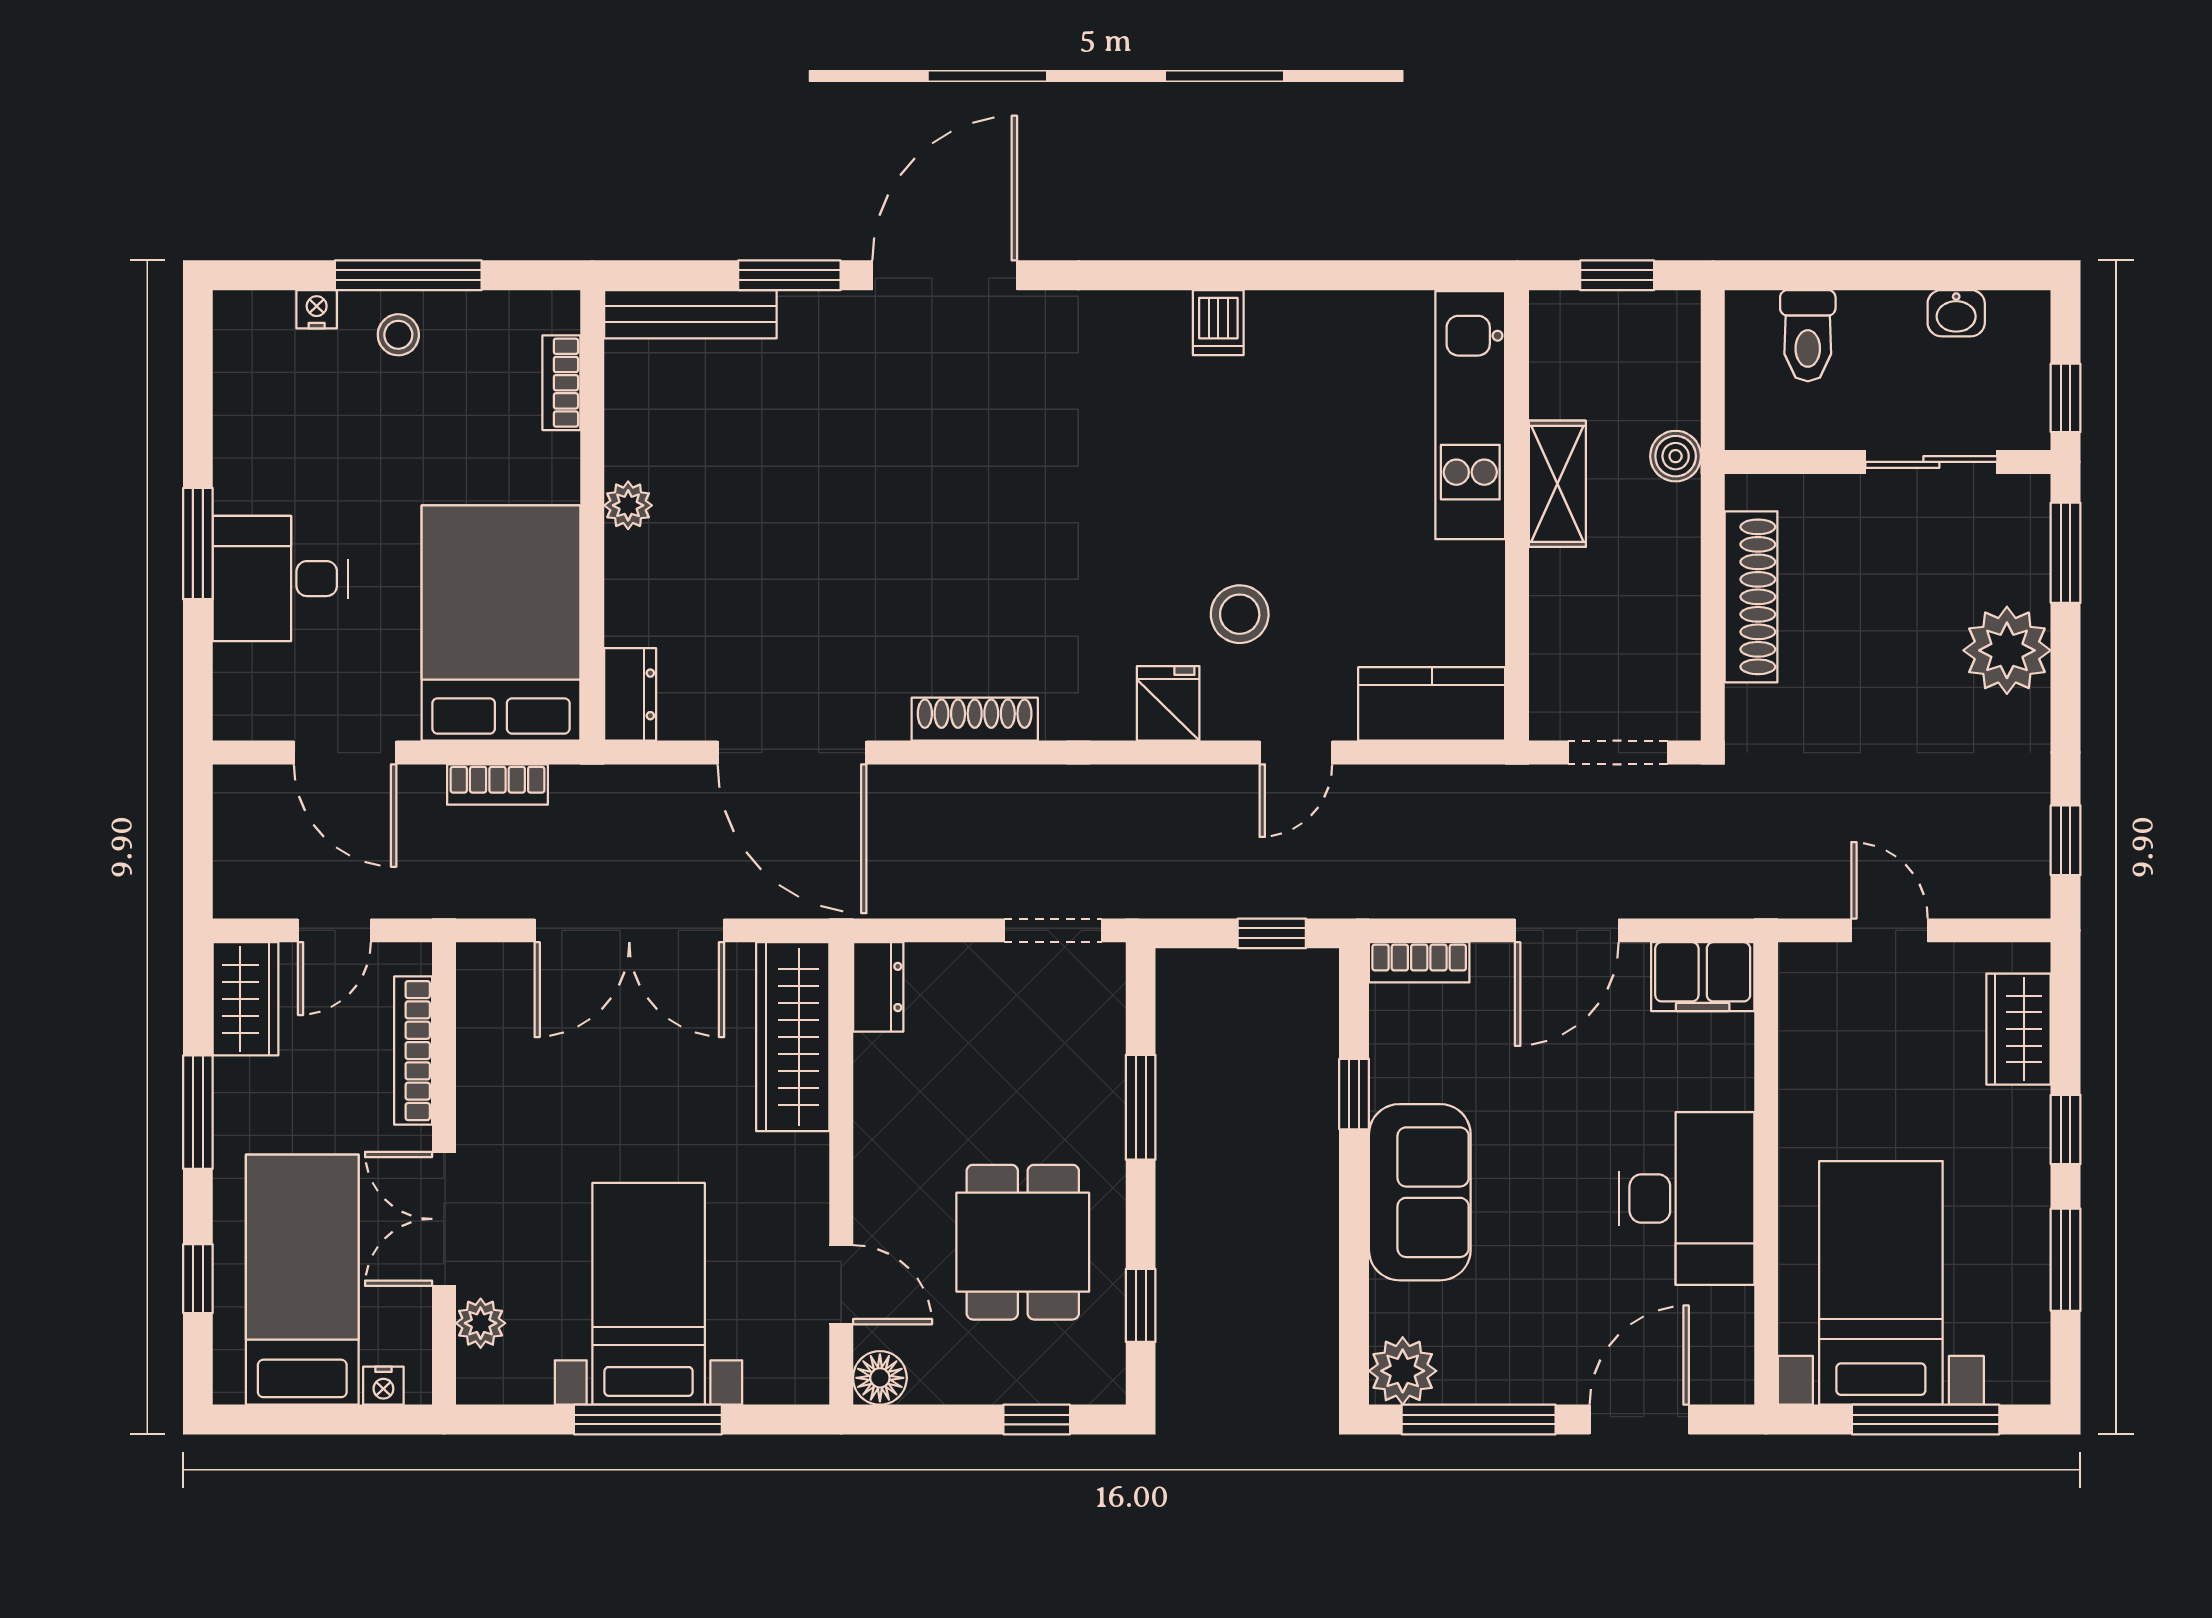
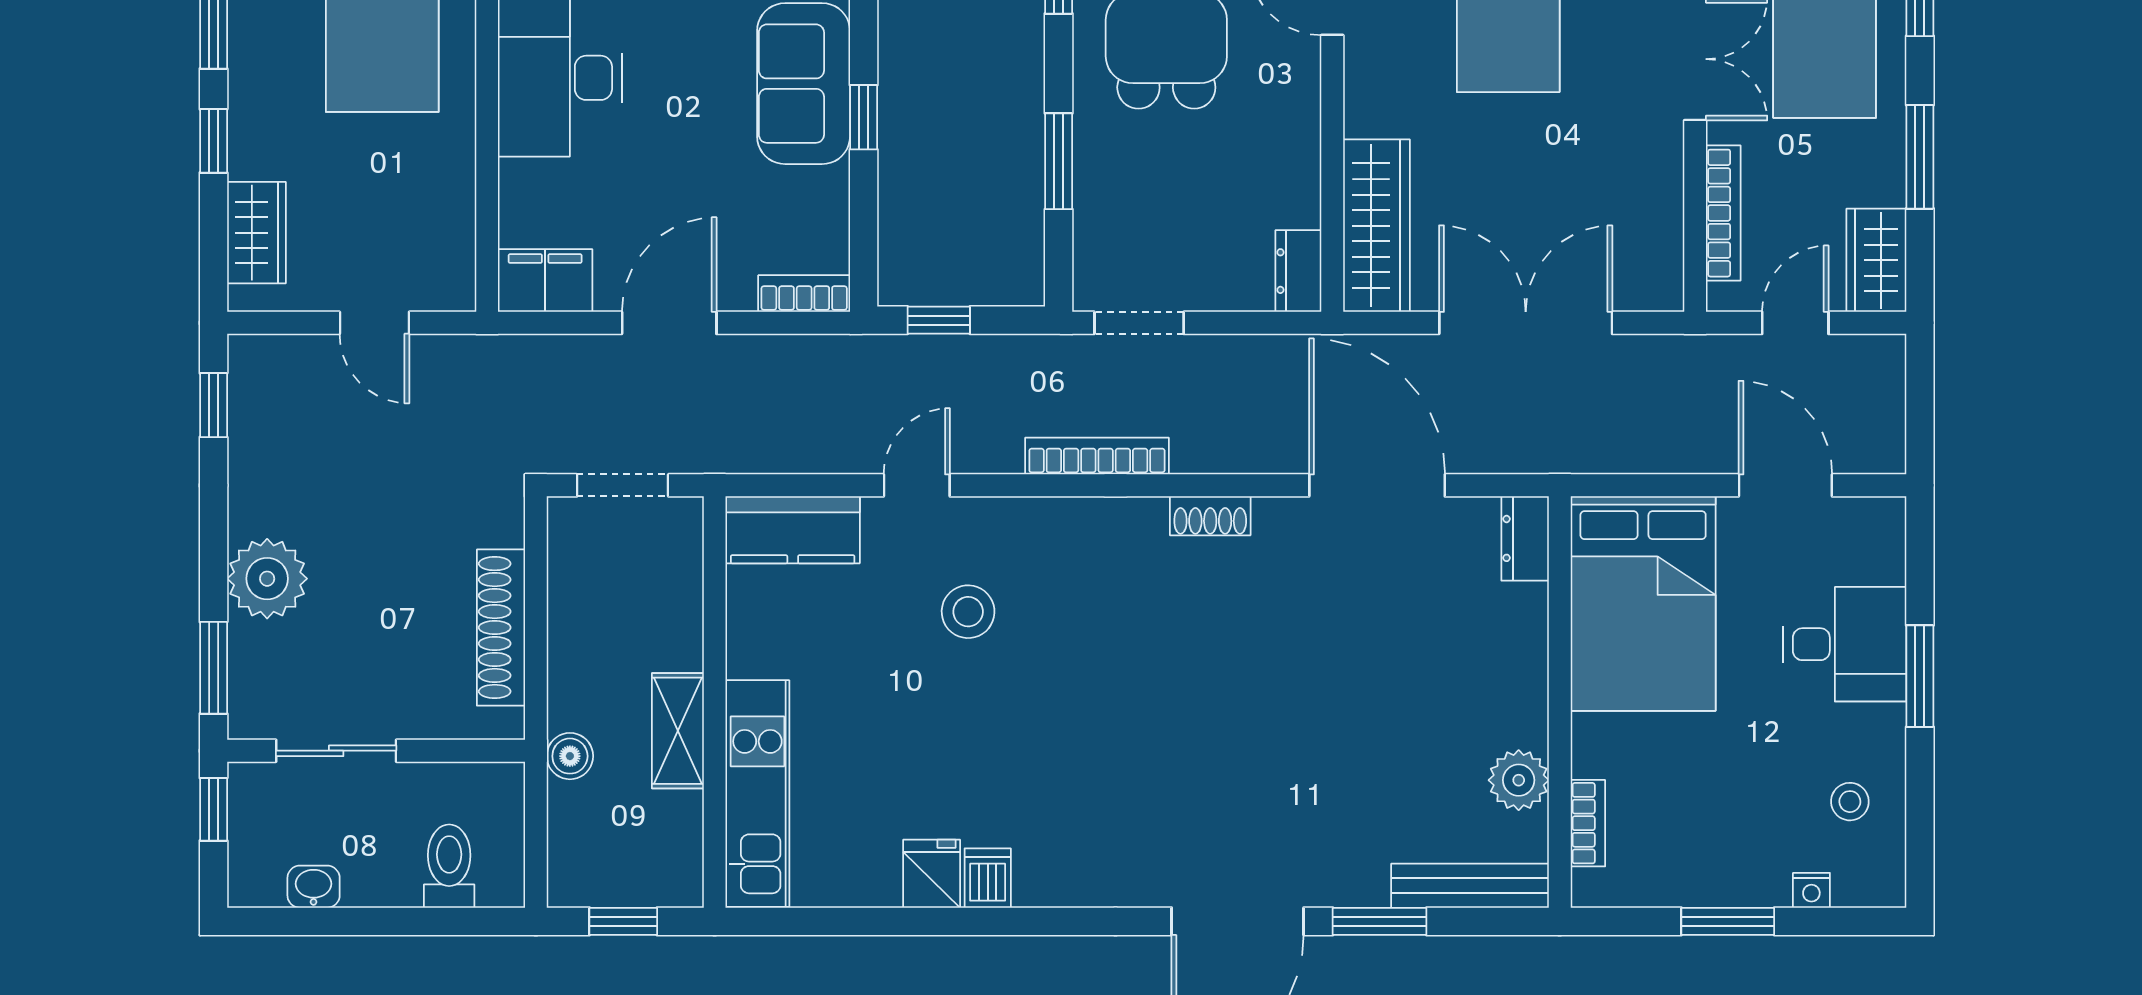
window: (408, 275) -> (1728, 921), width x0.69
stool: (398, 335) -> (1850, 802), moved
plant: (628, 505) -> (1519, 780), moved, width x1.38, depth x1.38
fridge: (1168, 703) -> (932, 874), moved, turned 180
shoe rack: (975, 719) -> (1210, 516), width x0.70
bookcase: (497, 785) -> (1097, 456), moved, width x1.56
window: (1354, 1094) -> (864, 117), moved

